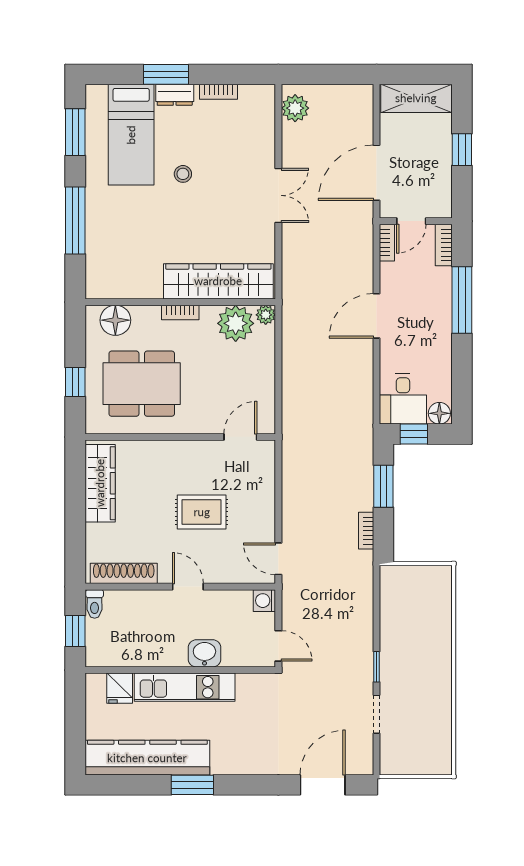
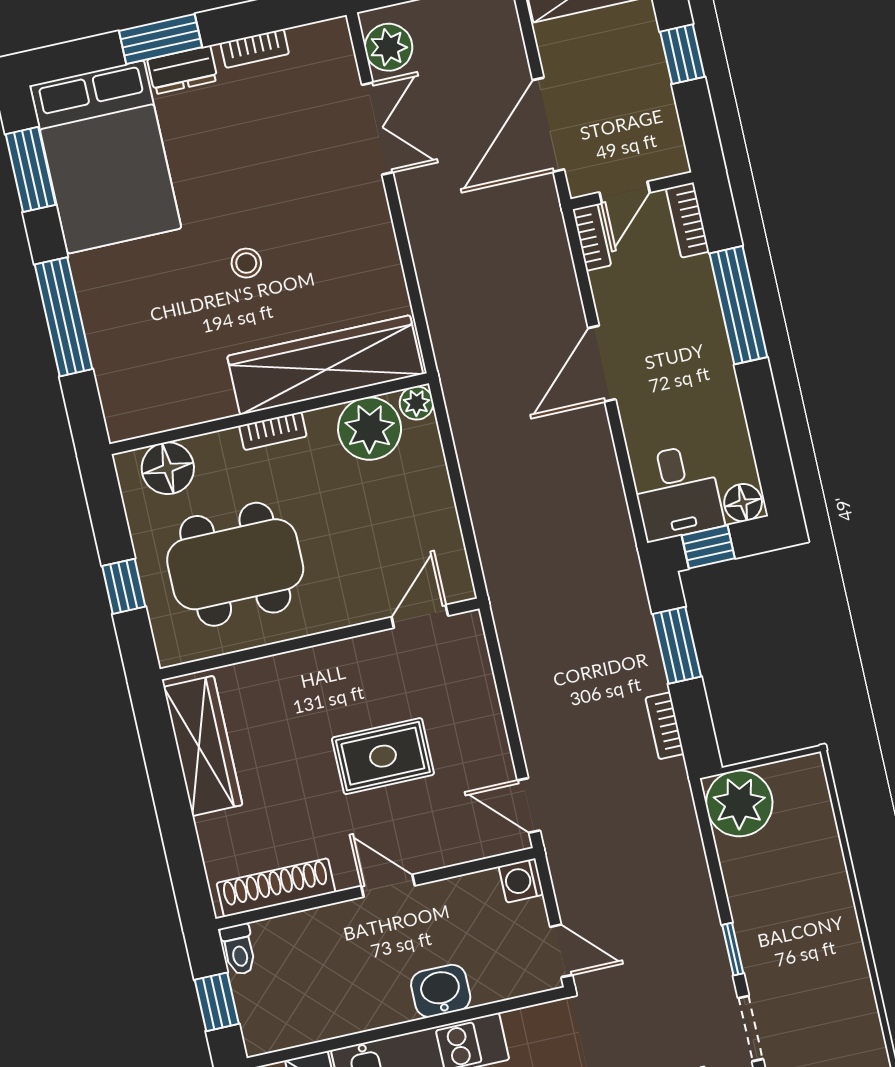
bed: (131, 135) -> (106, 157), width x1.50
stool: (183, 174) -> (246, 263), moved
double door: (278, 195) -> (377, 128), moved
plant: (399, 584) -> (739, 803), added

